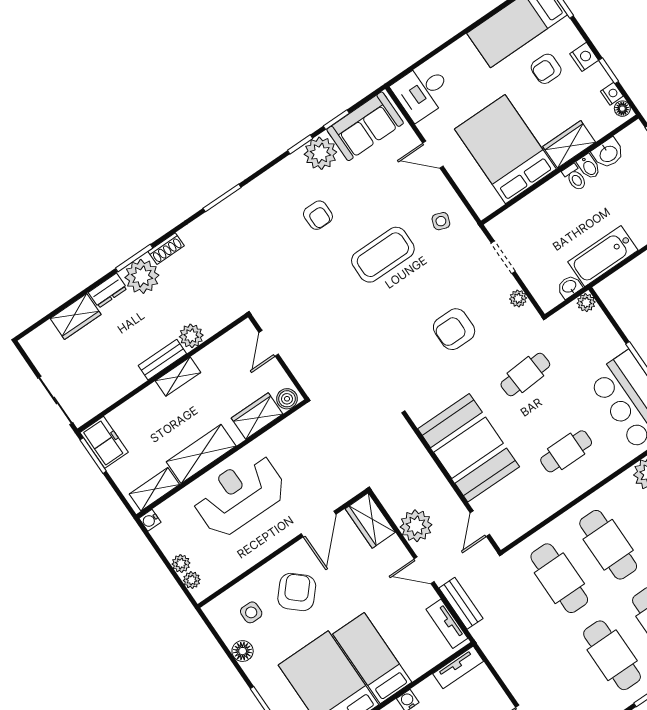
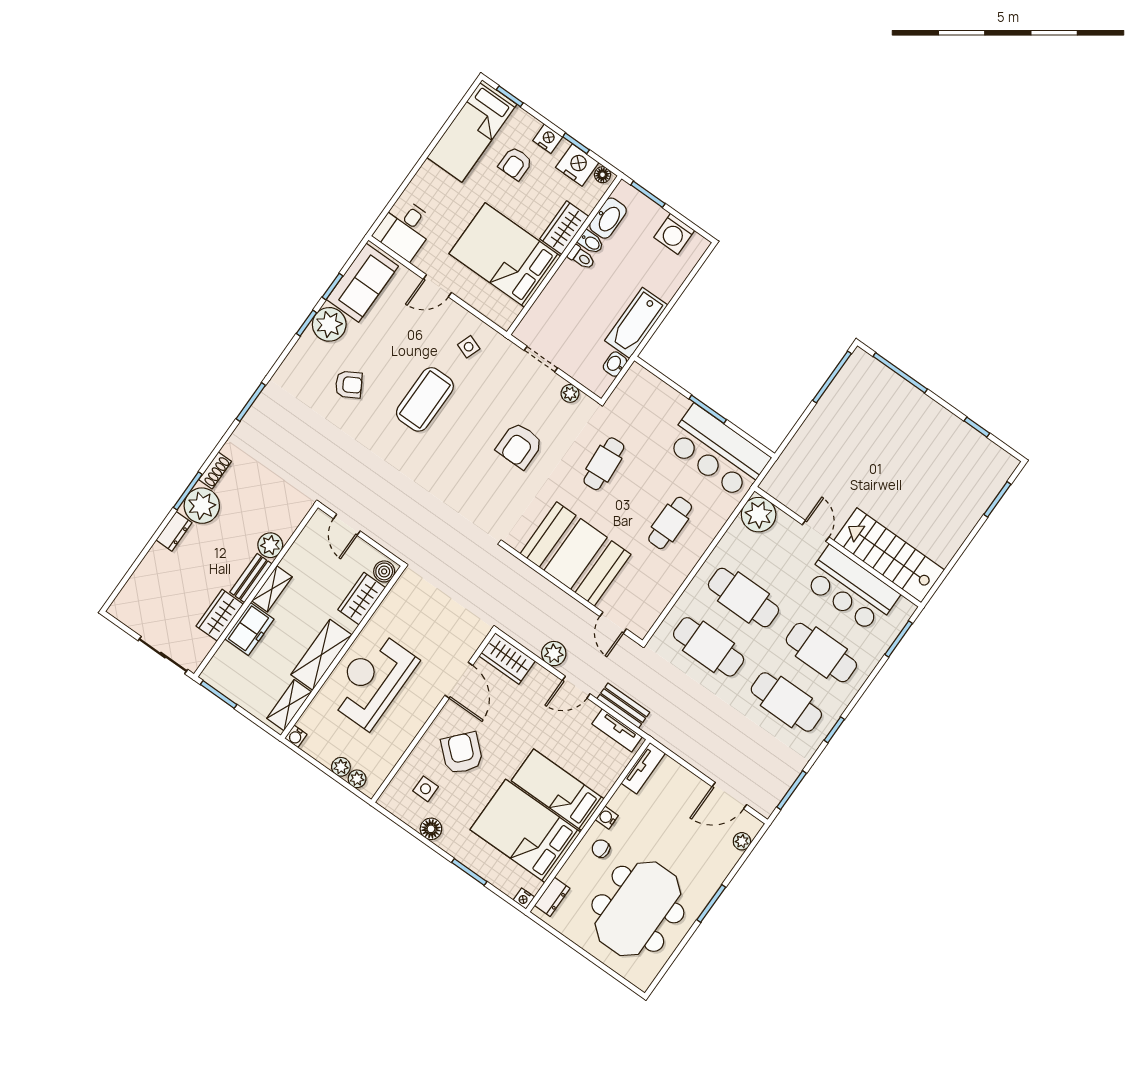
nightstand: (612, 94) -> (577, 165), width x1.89, depth x1.79
washbasin: (608, 153) -> (608, 218), width x1.38
armchair: (318, 215) -> (349, 385), turned -30
plant: (586, 303) -> (637, 373), removed
wardrobe: (76, 316) -> (220, 615), moved, turned 180
freezer: (104, 442) -> (249, 629), moved, turned 90
plant: (416, 526) -> (554, 654), width x0.73, depth x0.73

